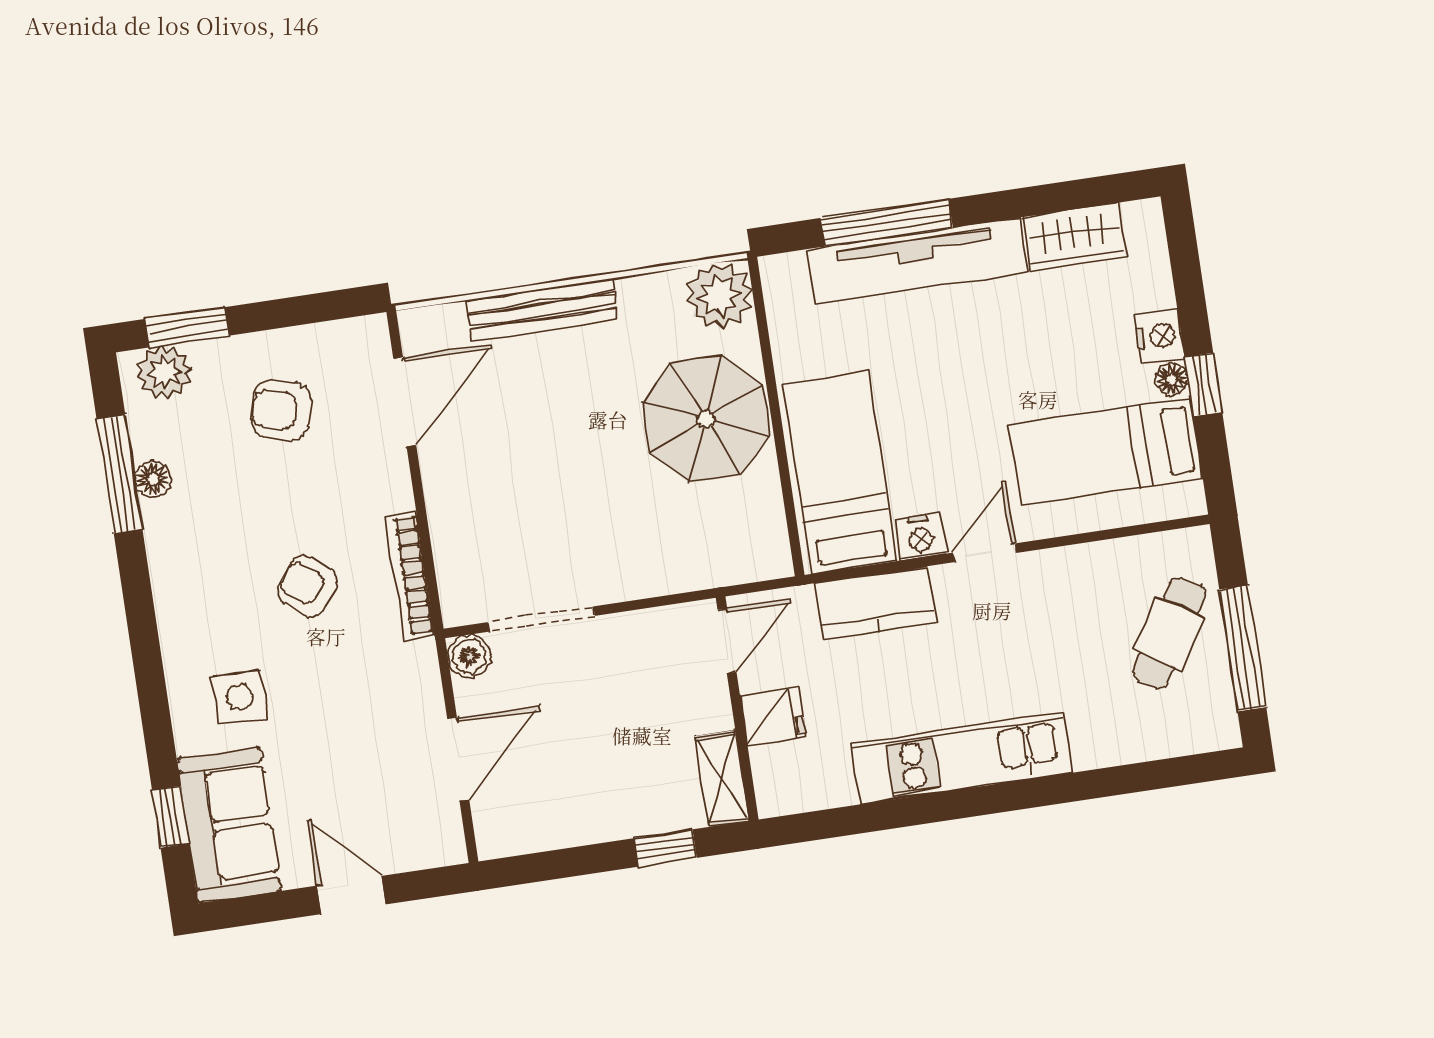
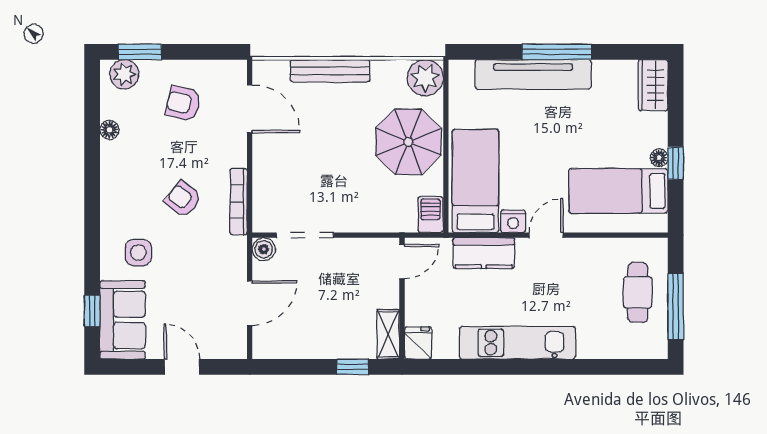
window: (887, 223) -> (557, 52), moved
wardrobe: (1074, 237) -> (653, 85), moved, turned 90
nightstand: (1159, 336) -> (656, 134), removed
door: (405, 402) -> (250, 109), hinge flipped
window: (119, 474) -> (92, 124), removed
barbecue: (767, 547) -> (431, 215), added
cafe table: (1169, 633) -> (638, 292), turned -32
fridge: (773, 716) -> (418, 343), moved, turned -90

